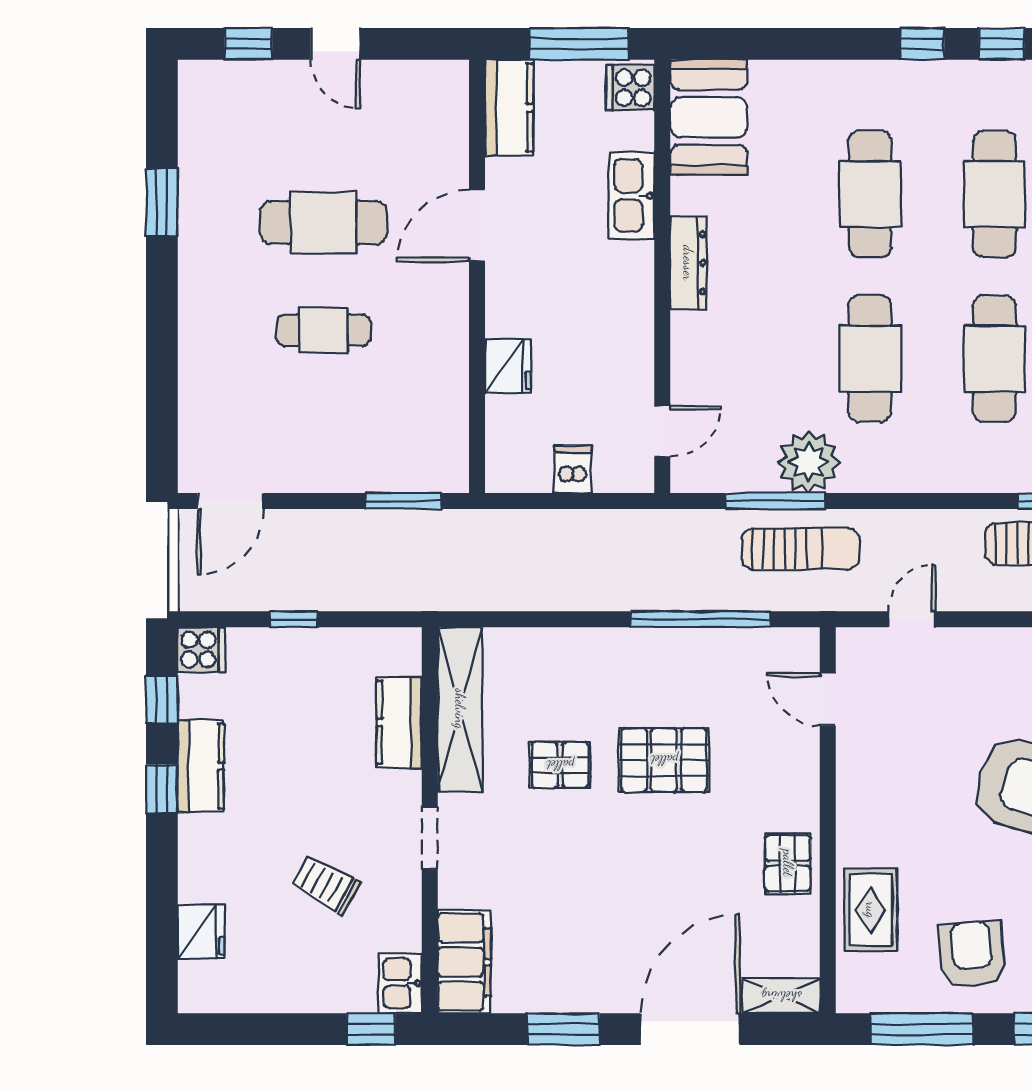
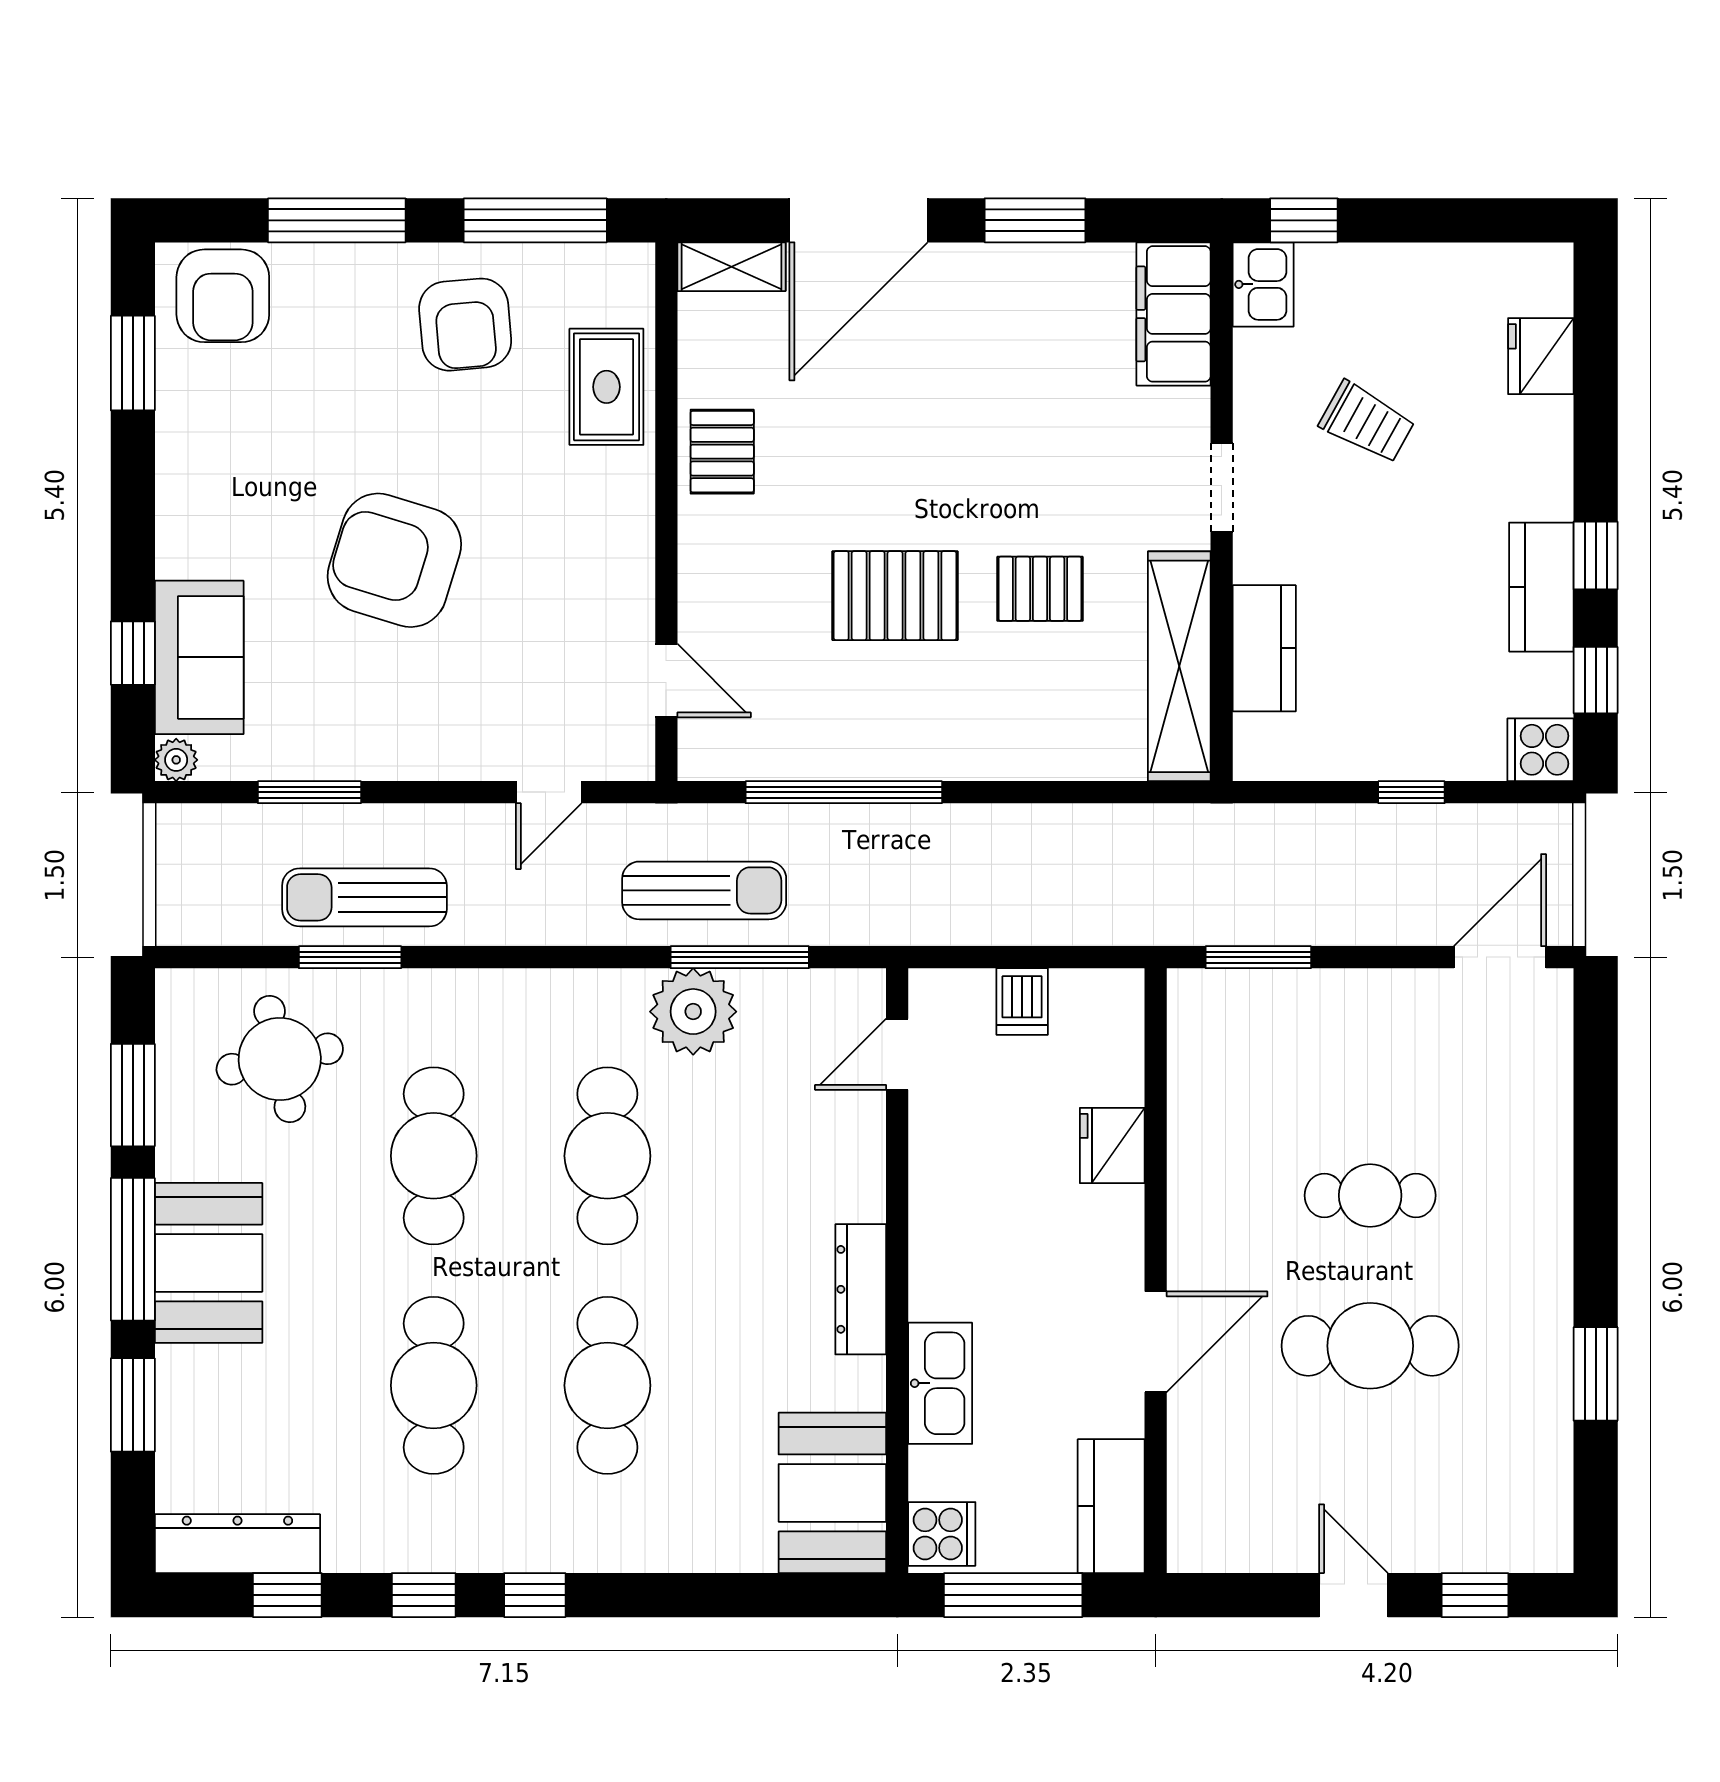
sun lounger: (801, 549) -> (704, 890), turned 180

